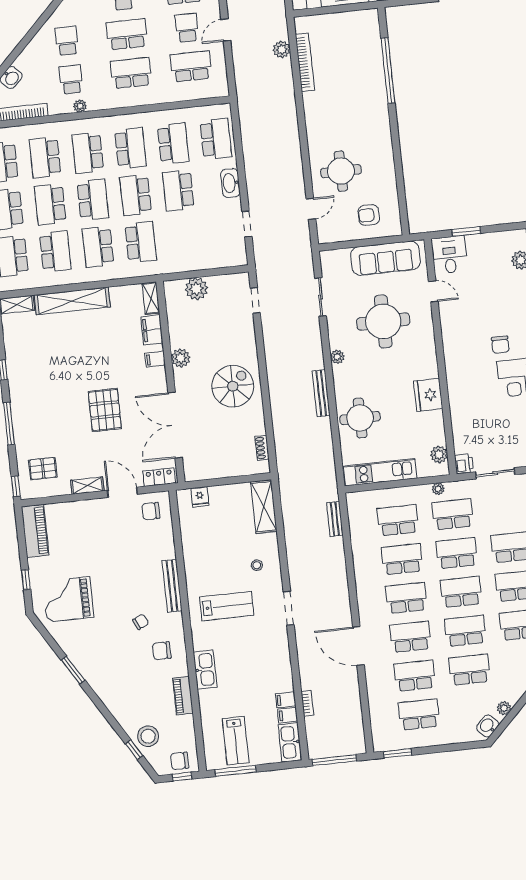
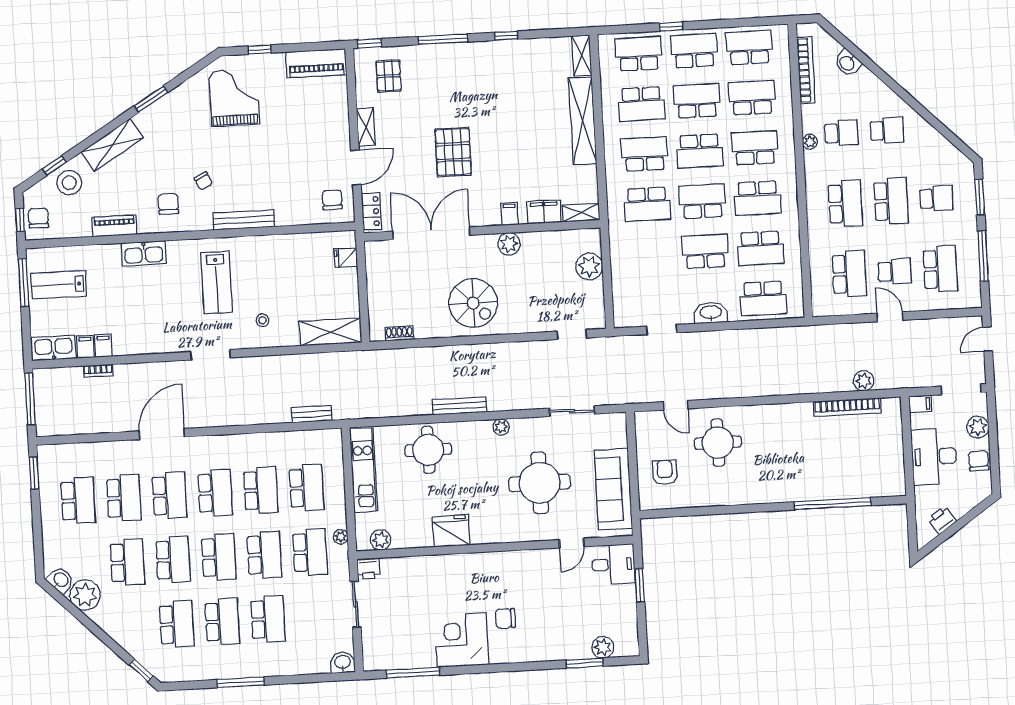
pallet: (105, 410) -> (453, 152), turned 90
shelving: (114, 701) -> (112, 145), added
plant: (504, 708) -> (85, 595), width x1.87, depth x1.87

